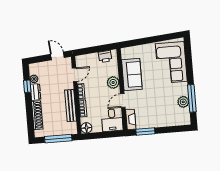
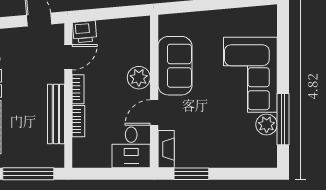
printer: (105, 56) -> (85, 32), moved
corner sofa: (171, 62) -> (250, 75), moved
floor lamp: (86, 128) -> (82, 158), removed

